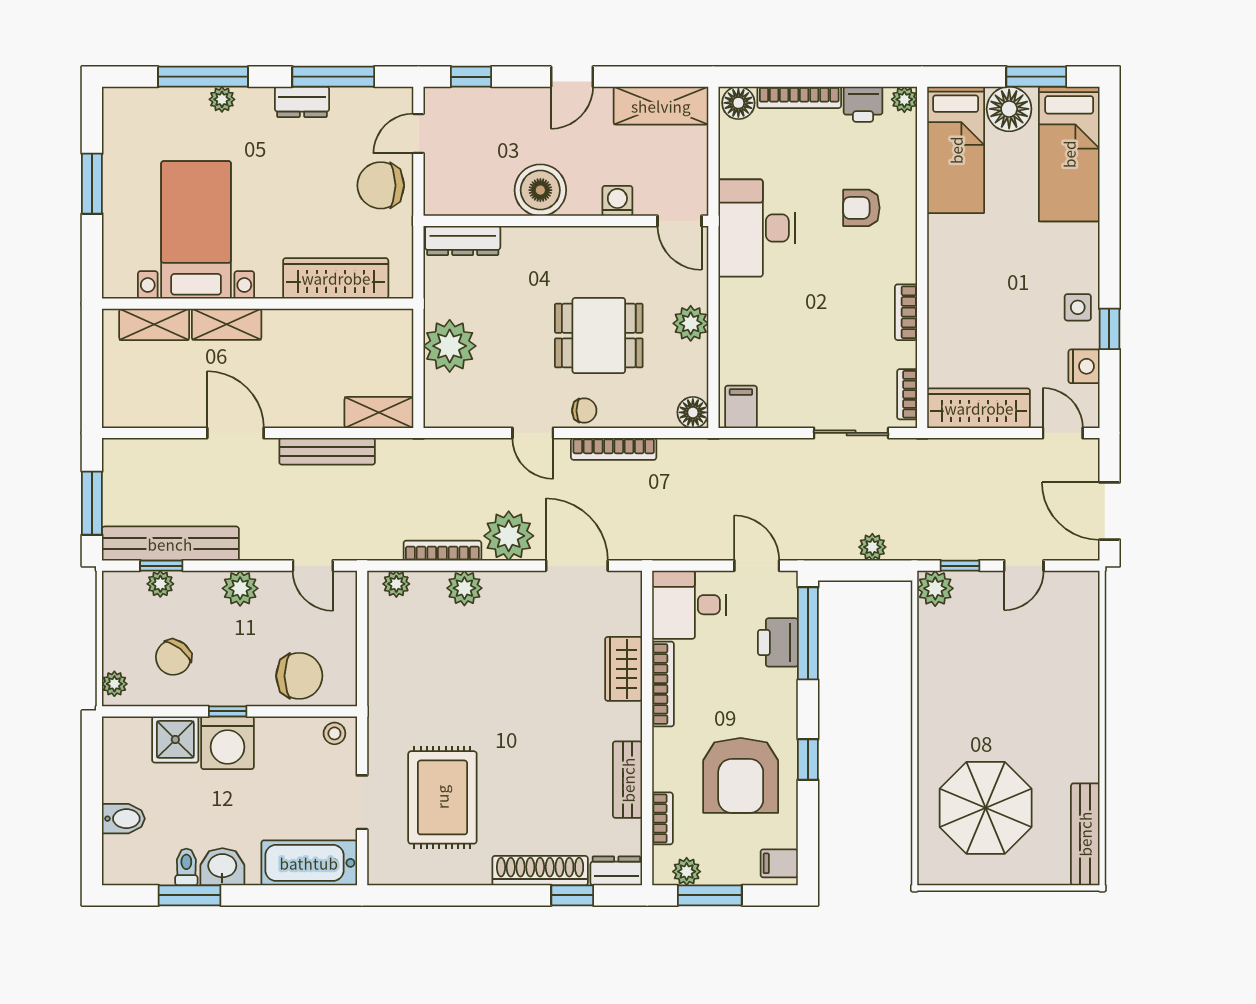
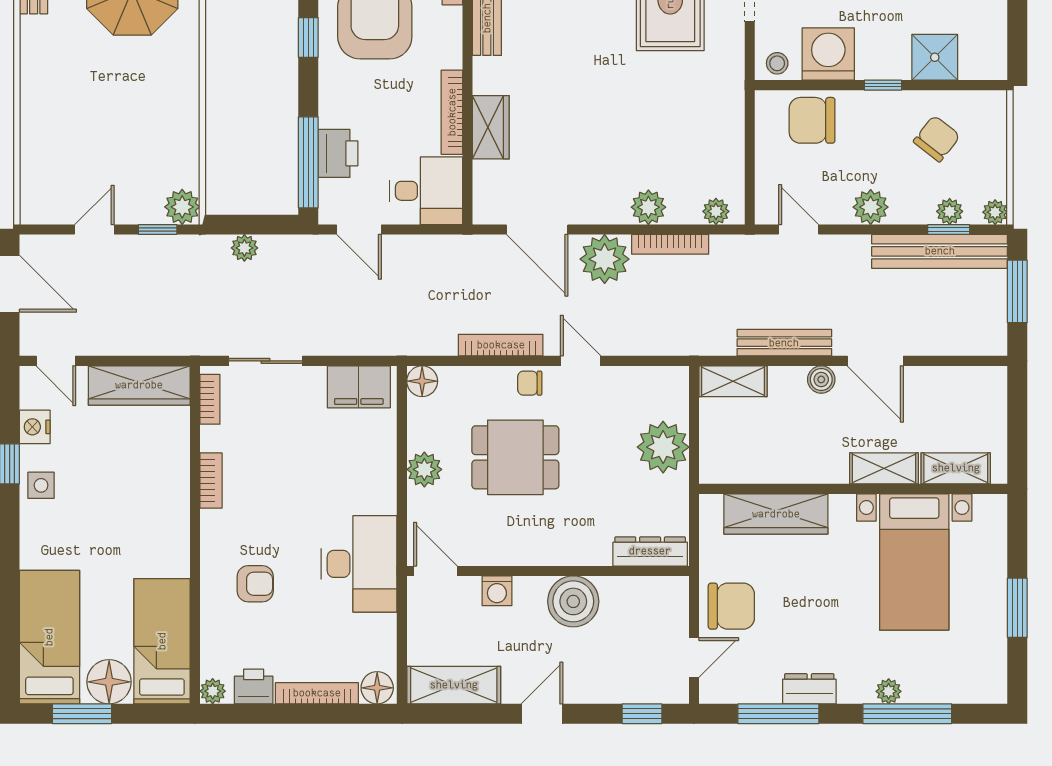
filing cabinet: (741, 407) -> (359, 387), width x2.00
boiler: (290, 414) -> (821, 379), added
plant: (114, 684) -> (995, 212), moved
washing machine: (227, 743) -> (828, 54), moved

